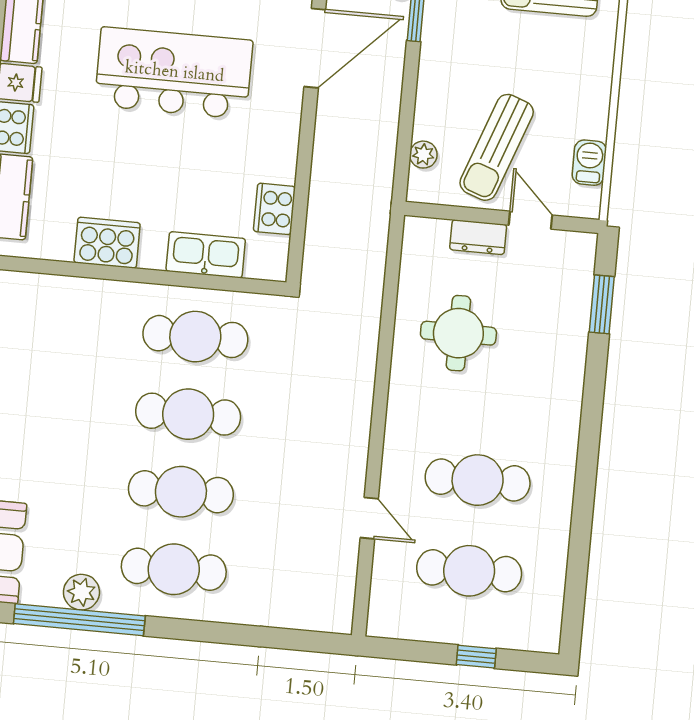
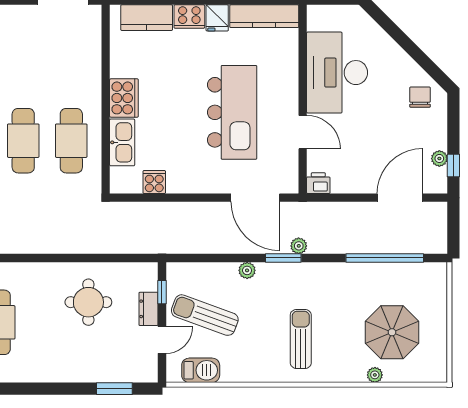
plant: (423, 155) -> (247, 270), moved
barbecue: (589, 163) -> (201, 370), width x1.38, depth x1.27
cooker: (274, 209) -> (154, 182), width x0.73
window: (453, 213) -> (162, 292), added
cooker: (107, 243) -> (124, 98), moved

